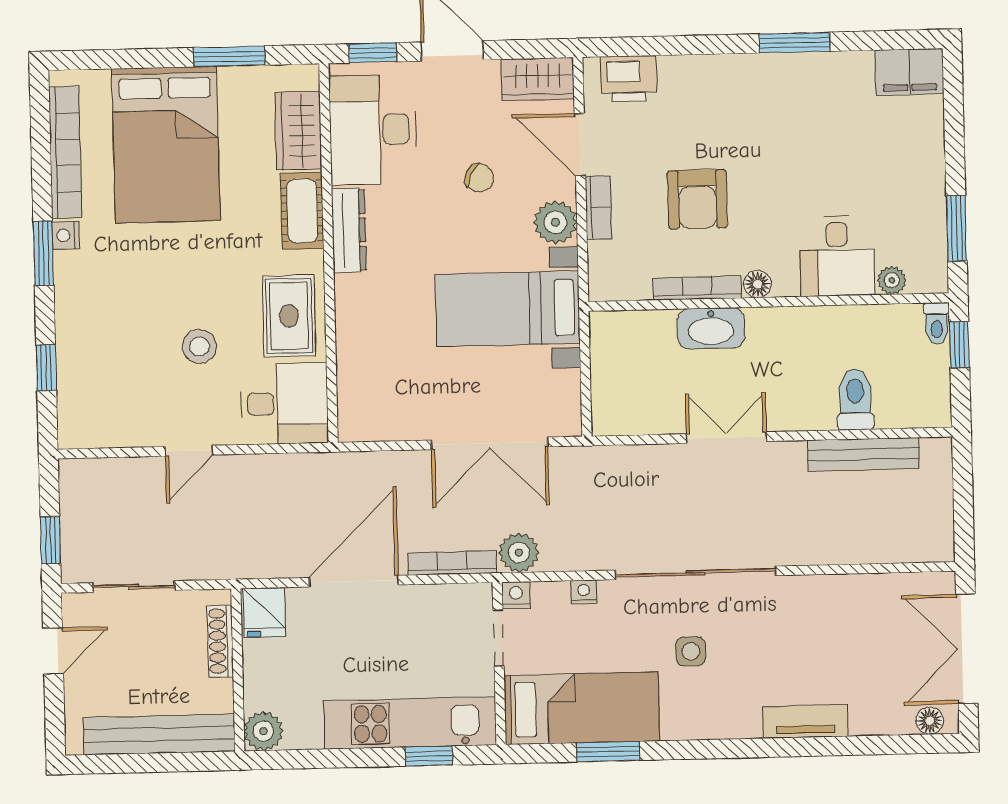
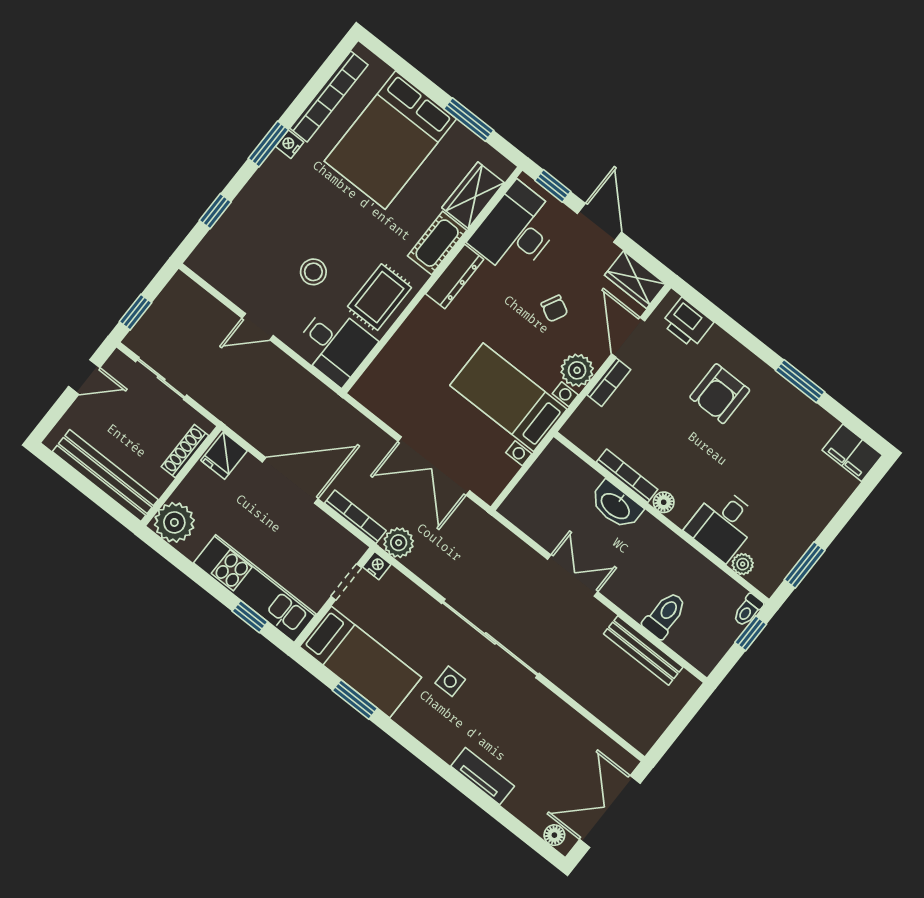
armchair: (697, 199) -> (720, 394), moved
nightstand: (584, 592) -> (417, 596), removed
plant: (263, 731) -> (174, 522), width x1.36, depth x1.36

